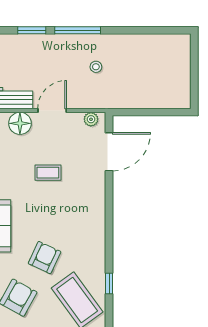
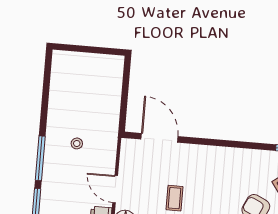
plant: (91, 119) -> (127, 152), removed

